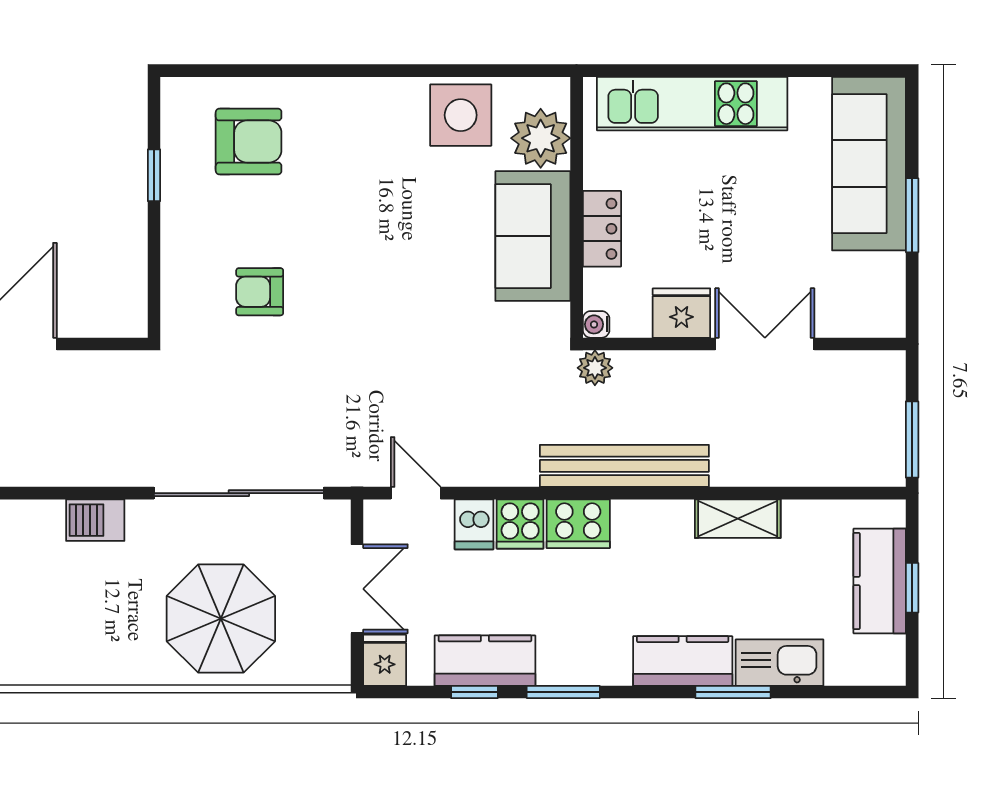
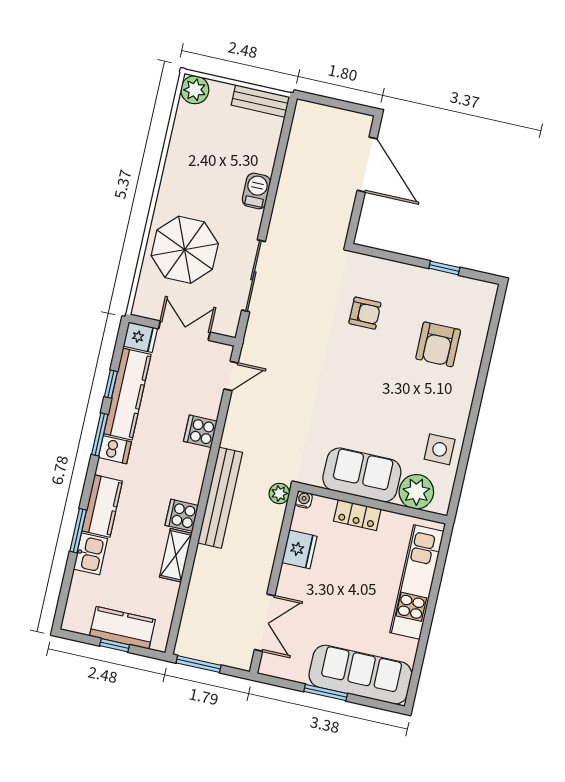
side table: (461, 115) -> (440, 449), width x0.73, depth x0.73
armchair: (249, 142) -> (438, 344), moved
armchair: (260, 292) -> (365, 313), turned 90
double door: (765, 344) -> (265, 623), moved
sliding door: (239, 493) -> (253, 276), width x0.73
dishwasher: (474, 524) -> (115, 450), moved, turned 180
cooker: (578, 524) -> (182, 515), moved, width x0.73
double door: (357, 589) -> (184, 331), swing flipped
kitchen counter: (485, 661) -> (127, 394), width x1.50
kitchen sink: (779, 663) -> (90, 554), width x0.73

